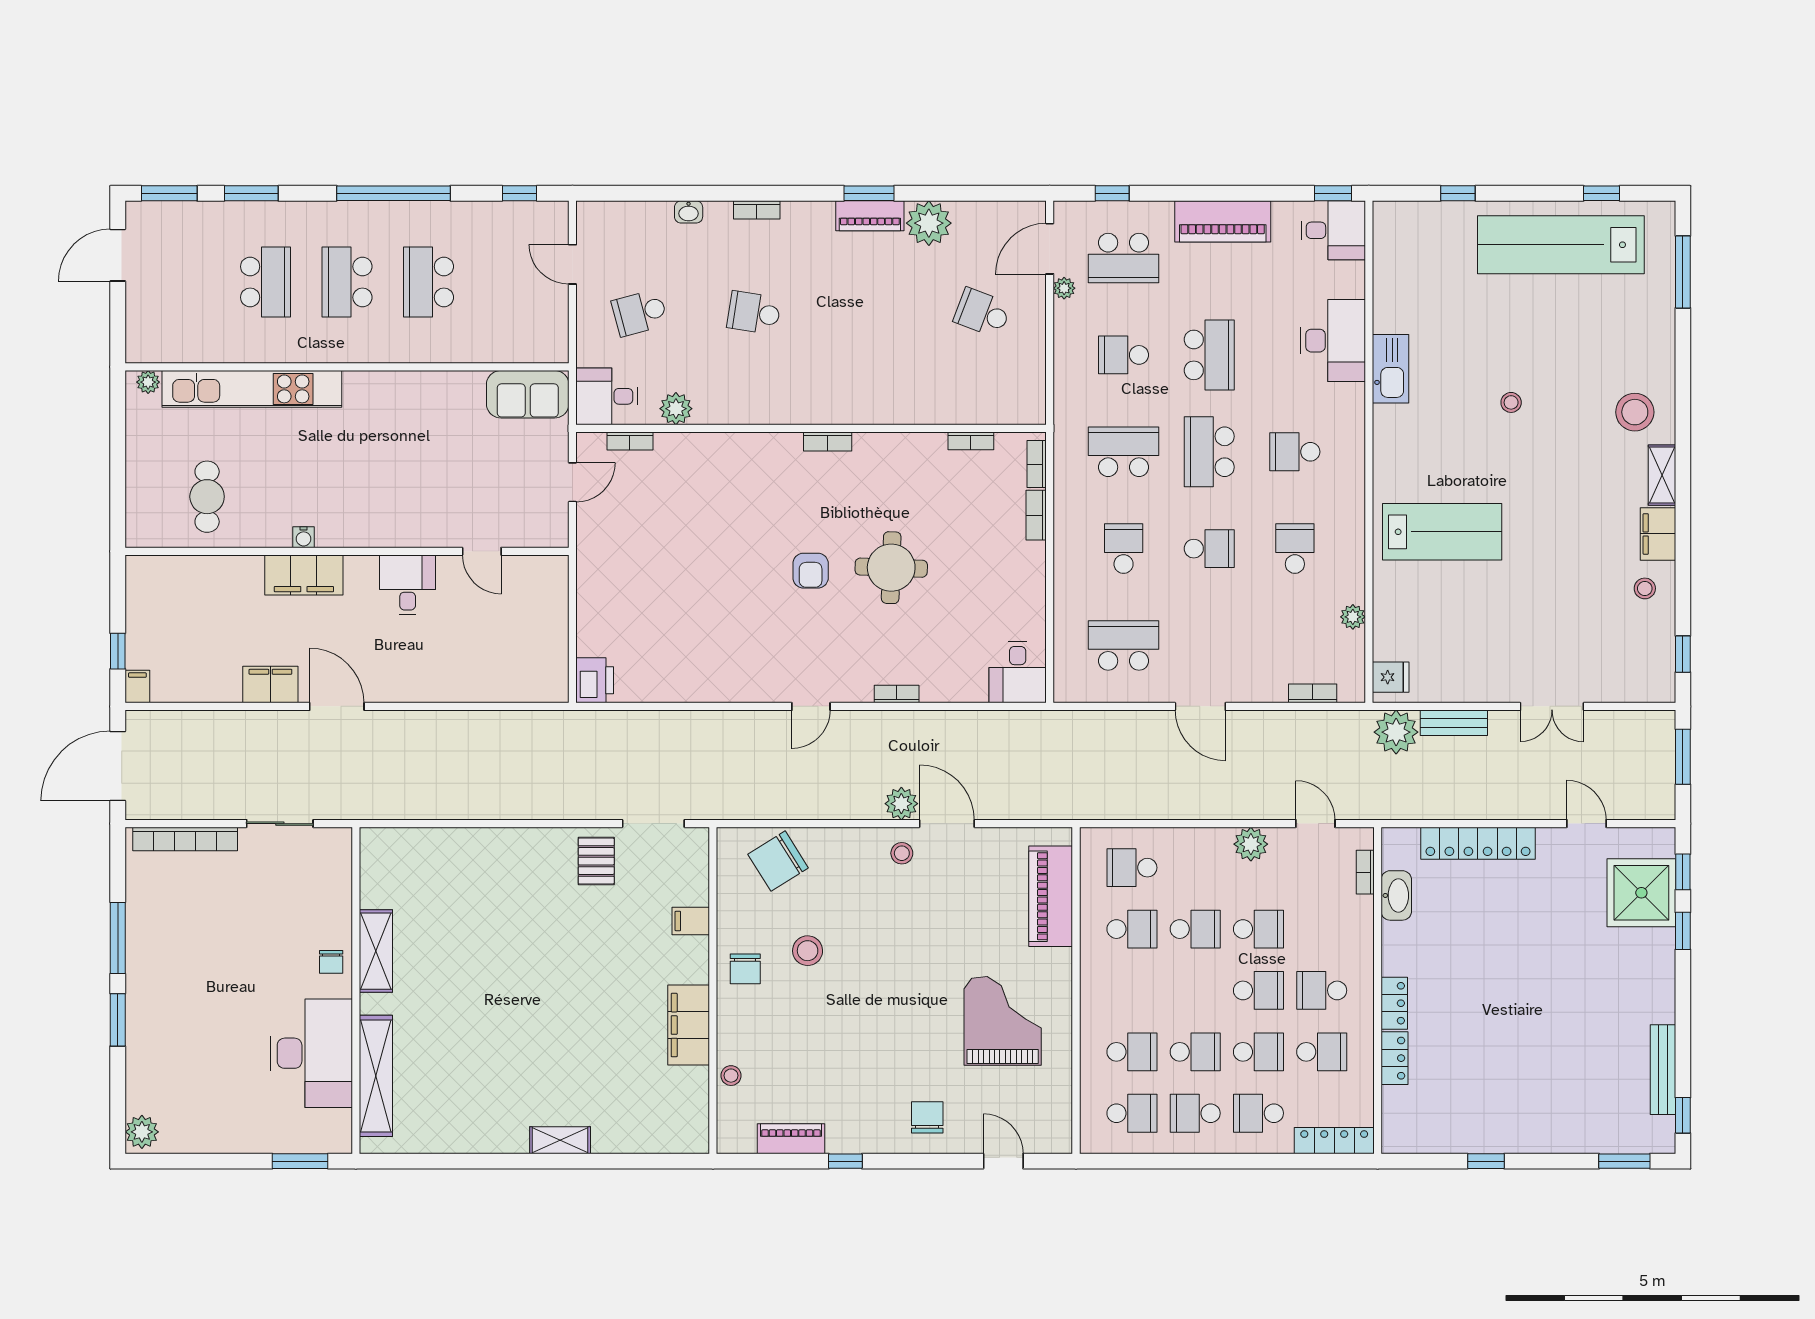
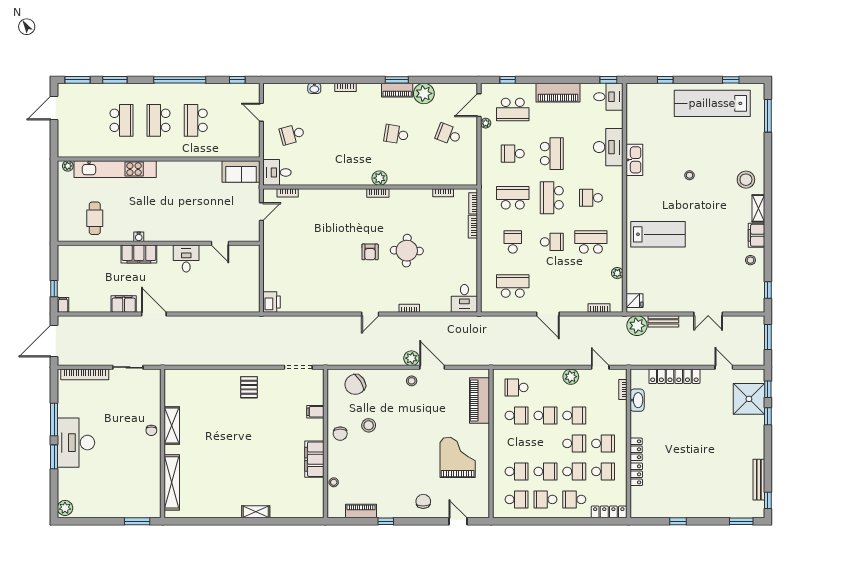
school desk: (754, 313) -> (396, 134), moved
plant: (676, 409) -> (379, 178), moved
school desk: (1295, 549) -> (591, 242), width x1.85
pallet: (596, 861) -> (249, 387), moved
school desk: (1322, 990) -> (603, 443), turned 180
desk: (312, 1053) -> (76, 443), moved, turned 180

